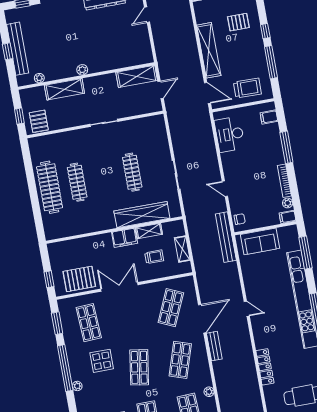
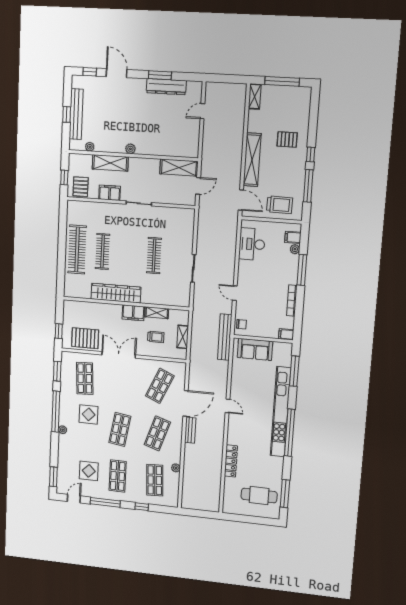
filing cabinet: (71, 120) -> (110, 193), added
plant: (288, 203) -> (295, 249), moved
wardrobe: (142, 215) -> (116, 293), moved

